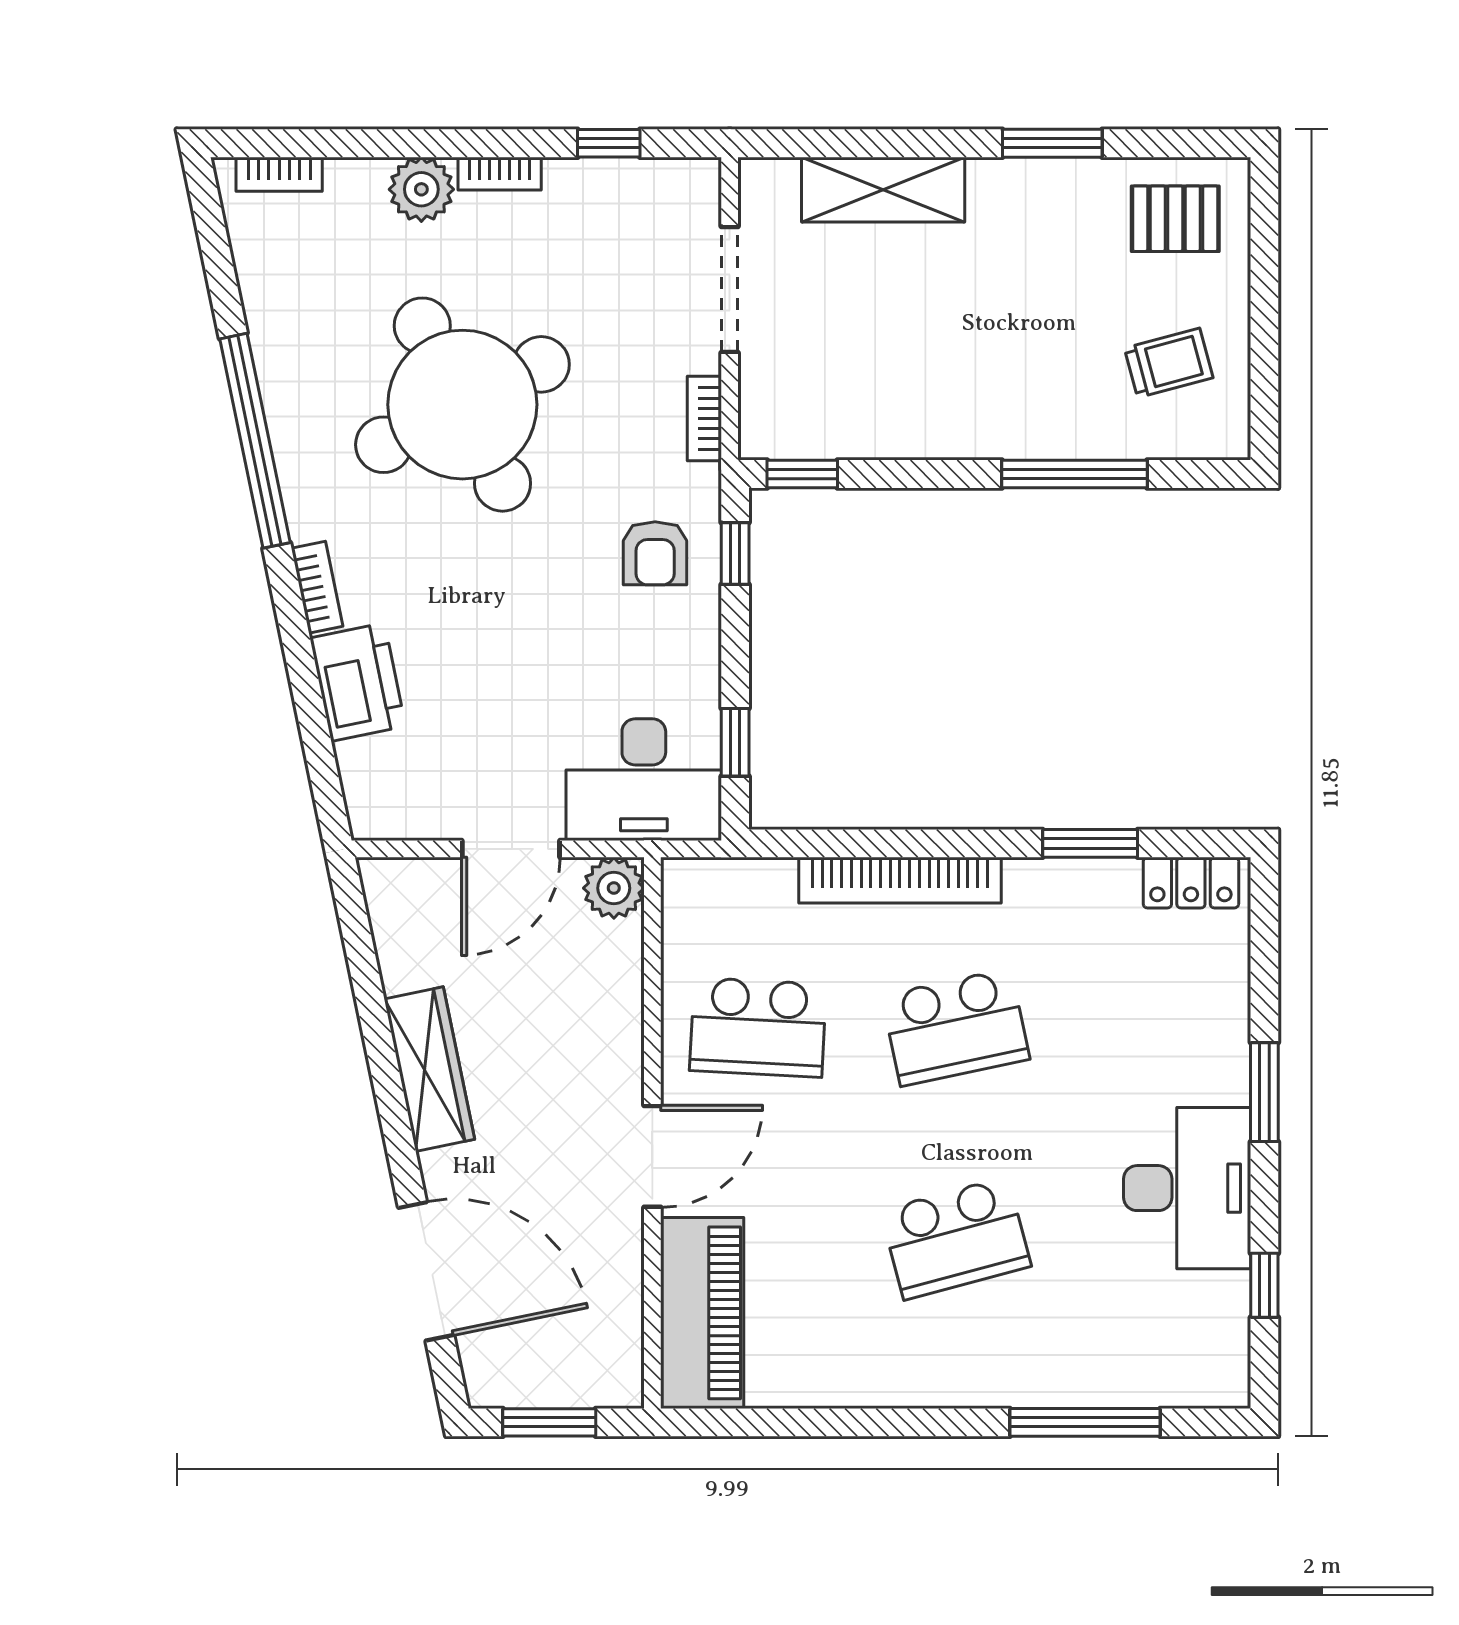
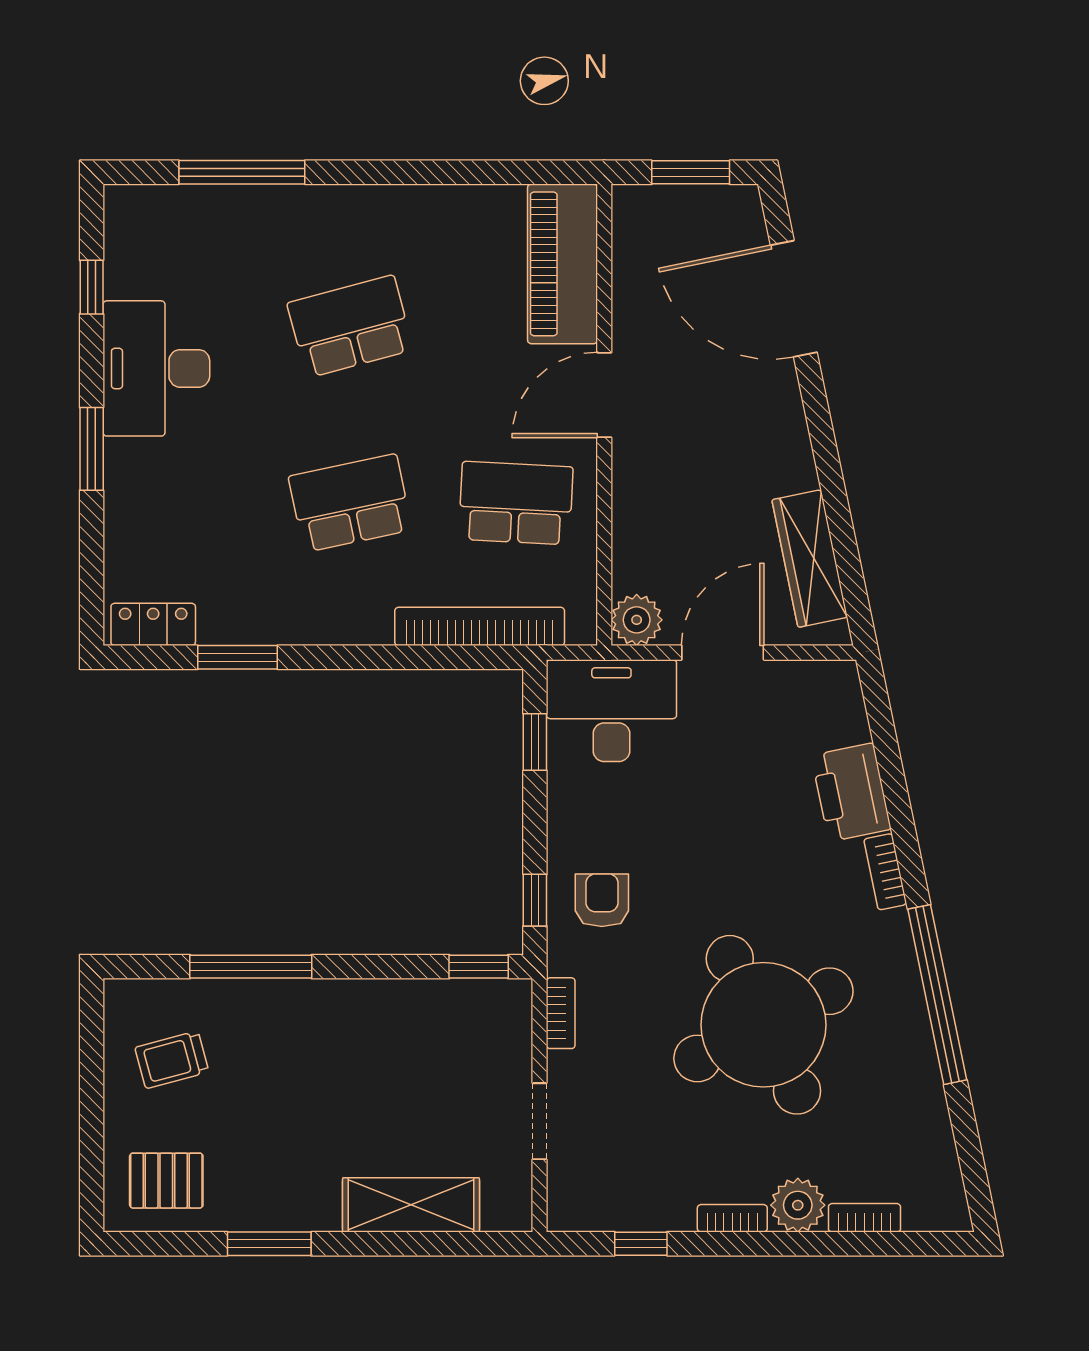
bookcase: (279, 174) -> (864, 1218), moved
doorway: (730, 289) -> (540, 1121), width x0.73
bookcase: (900, 880) -> (480, 626), moved
wardrobe: (429, 1069) -> (810, 559), moved

